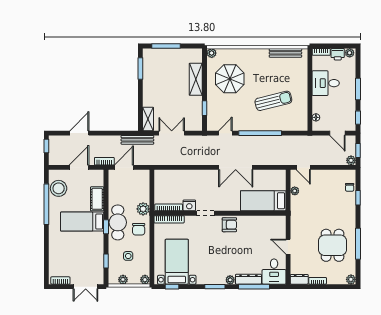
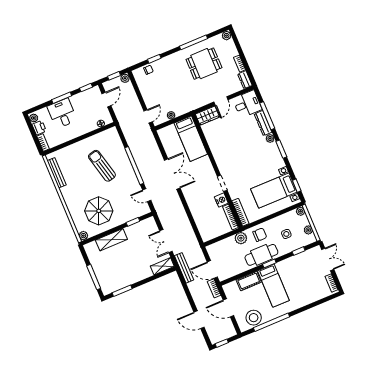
desk: (326, 83) -> (62, 113), moved, turned 180
armchair: (229, 225) -> (223, 159), removed
wardrobe: (279, 227) -> (207, 116), added

